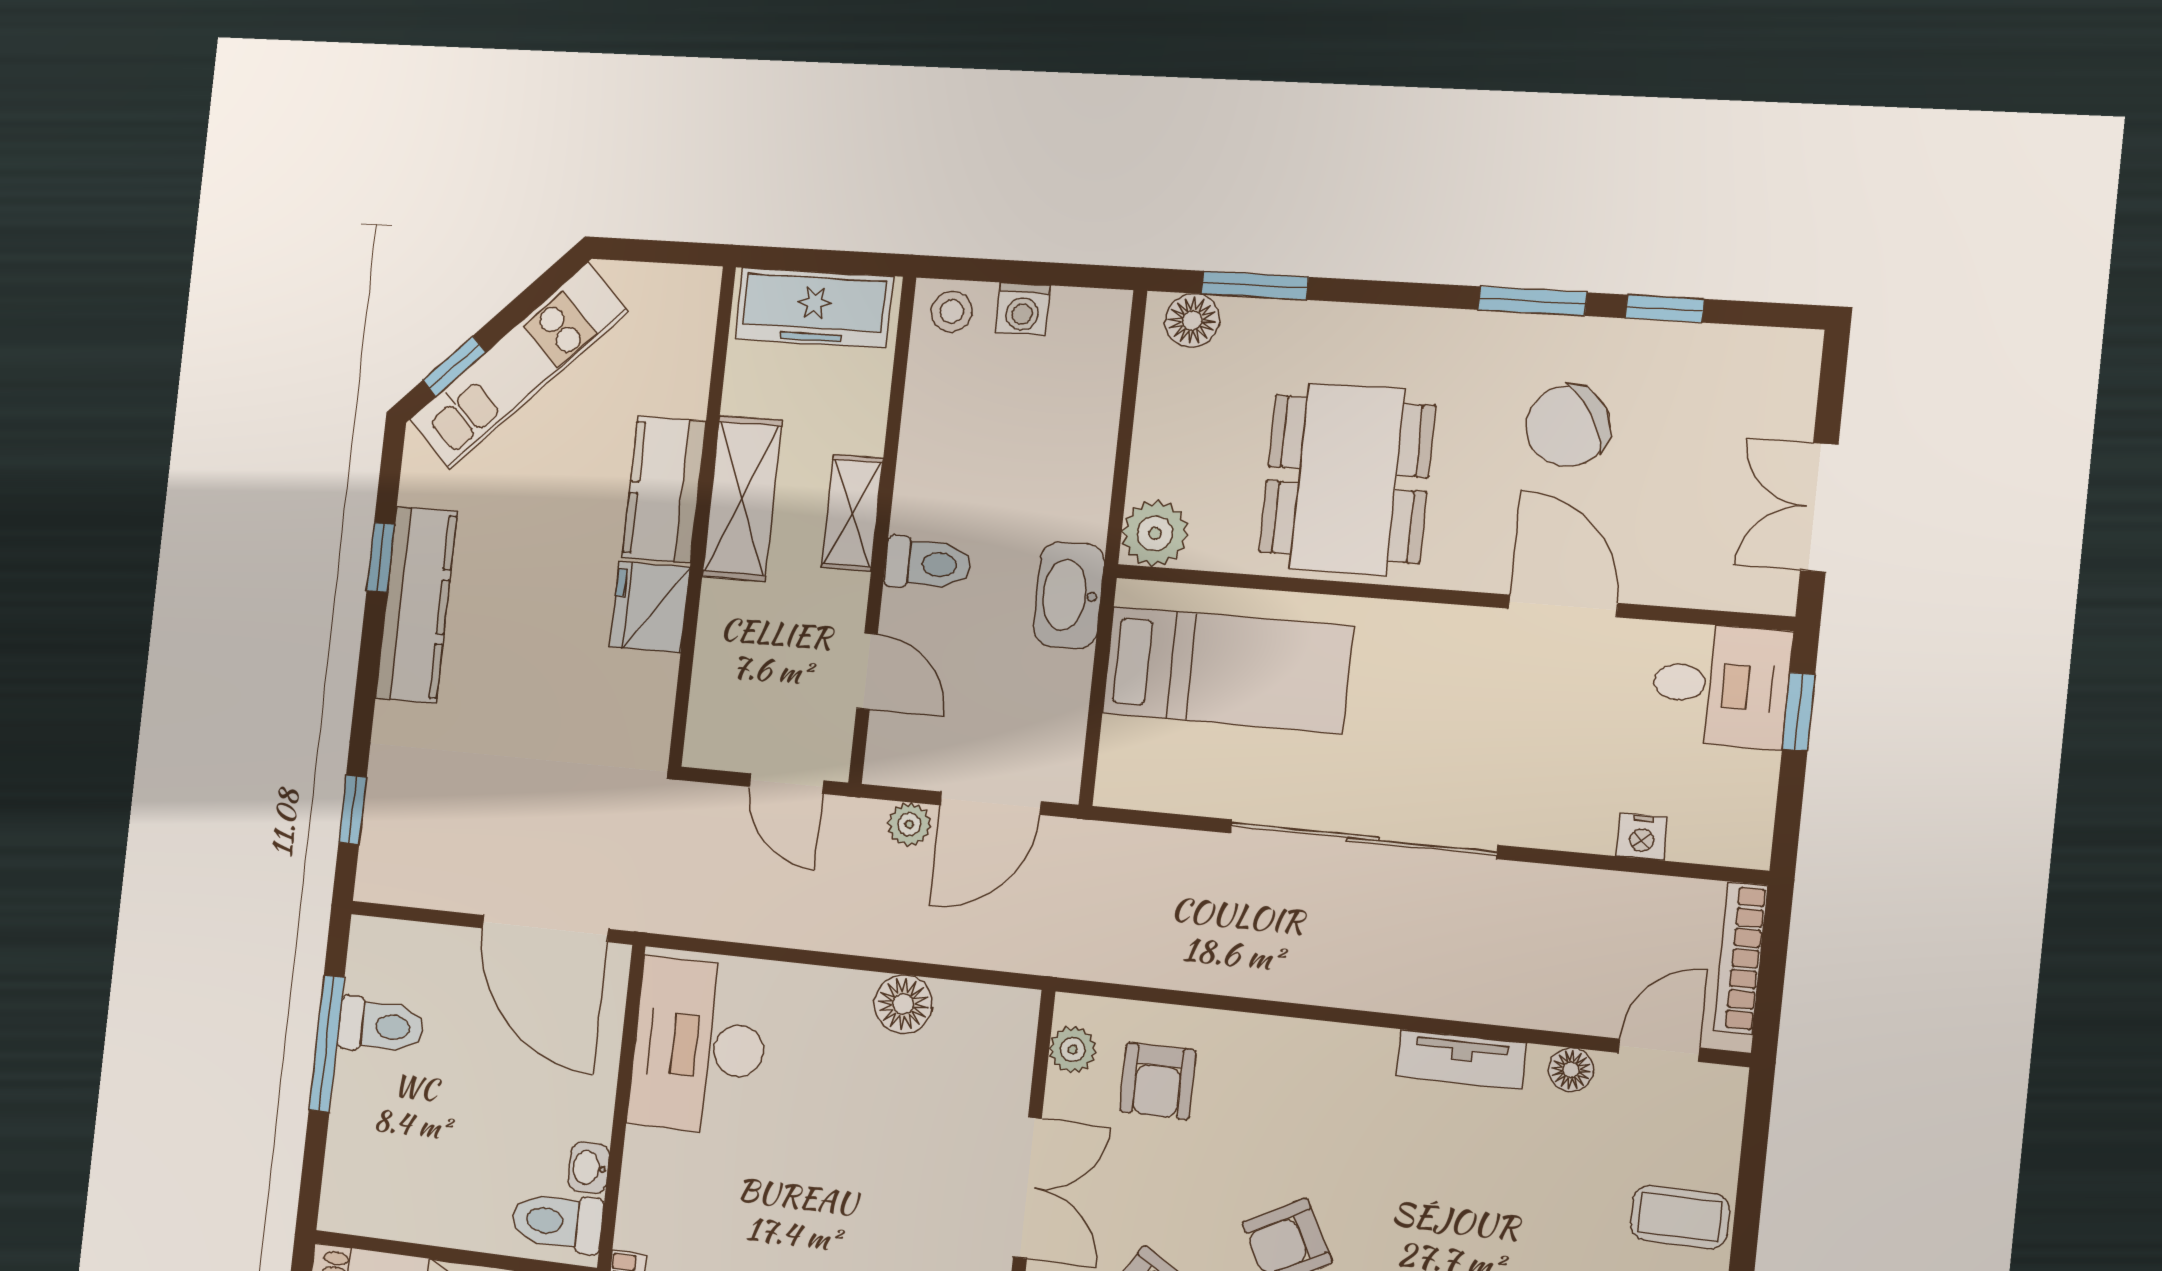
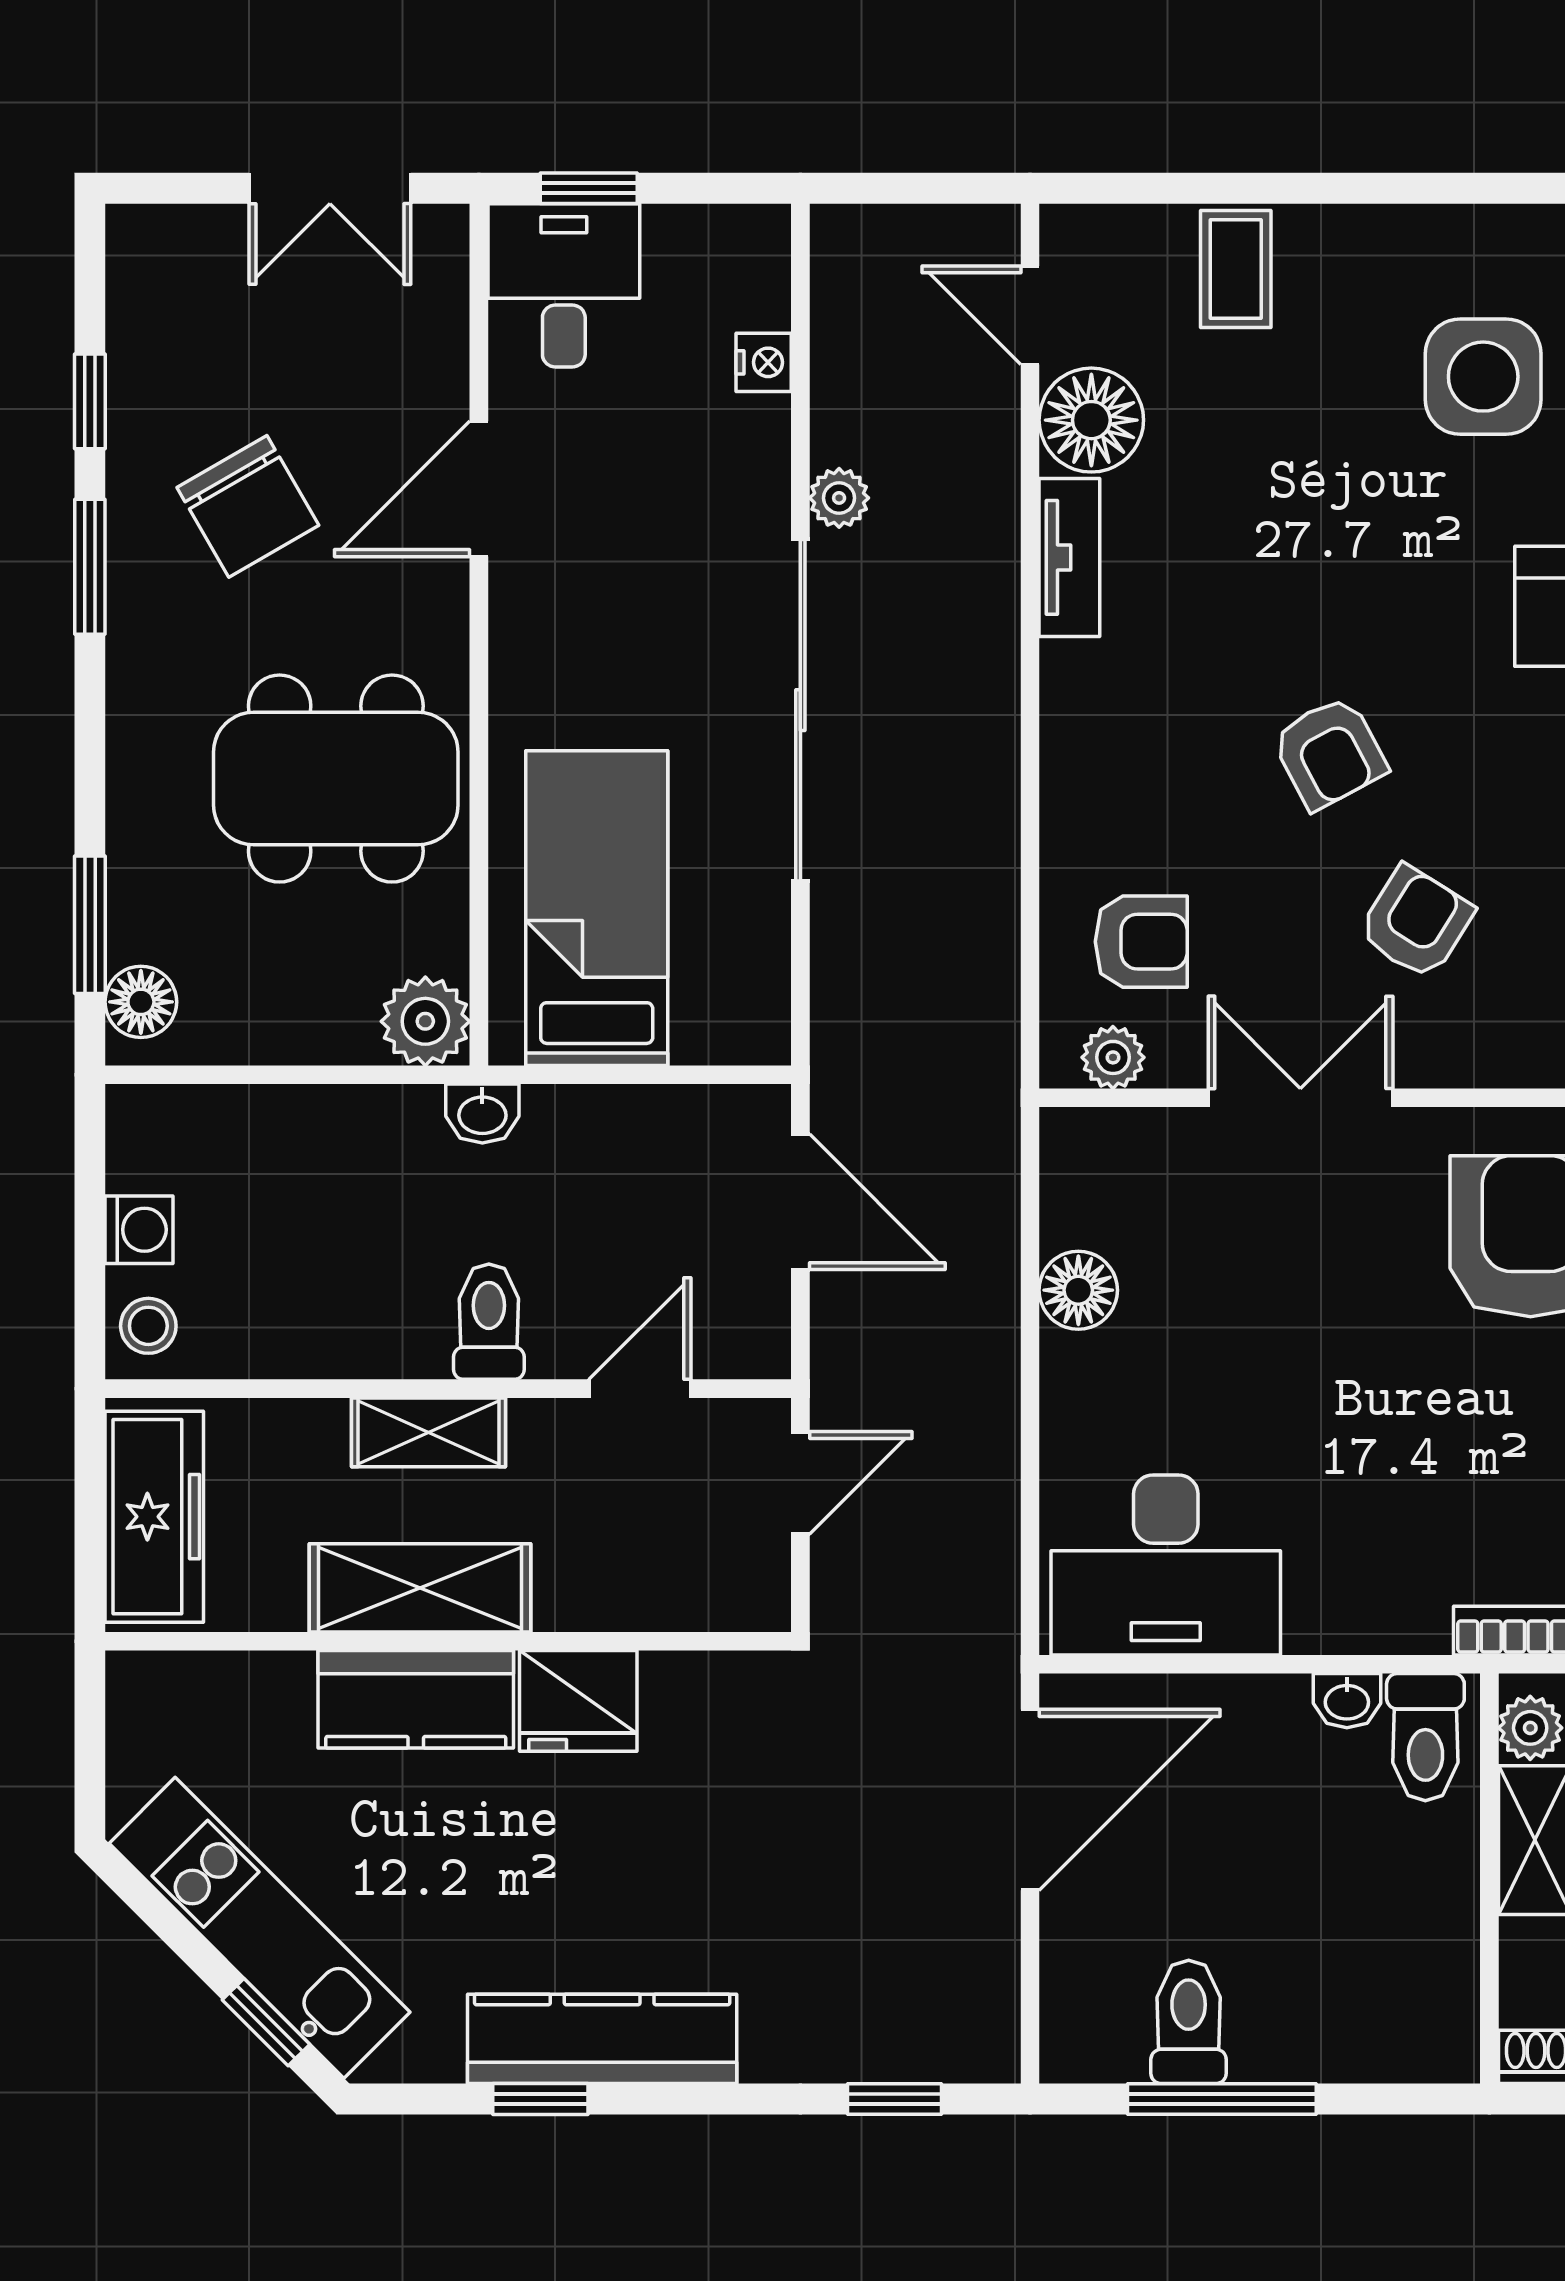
washbasin: (1069, 595) -> (482, 1113), width x0.52, depth x0.69
plant: (909, 824) -> (839, 498), moved
bookcase: (1741, 958) -> (904, 228), removed
floor lamp: (1571, 1070) -> (1091, 420), width x1.89, depth x1.89

